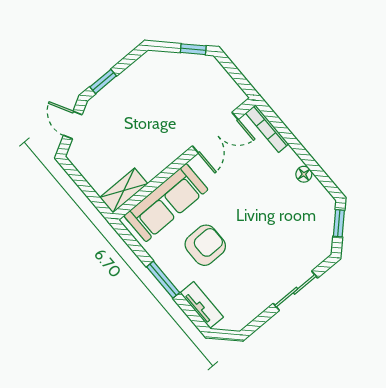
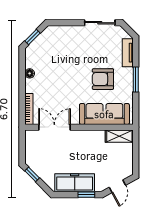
freezer: (131, 84) -> (75, 183), added
sliding door: (295, 291) -> (100, 23), moved

